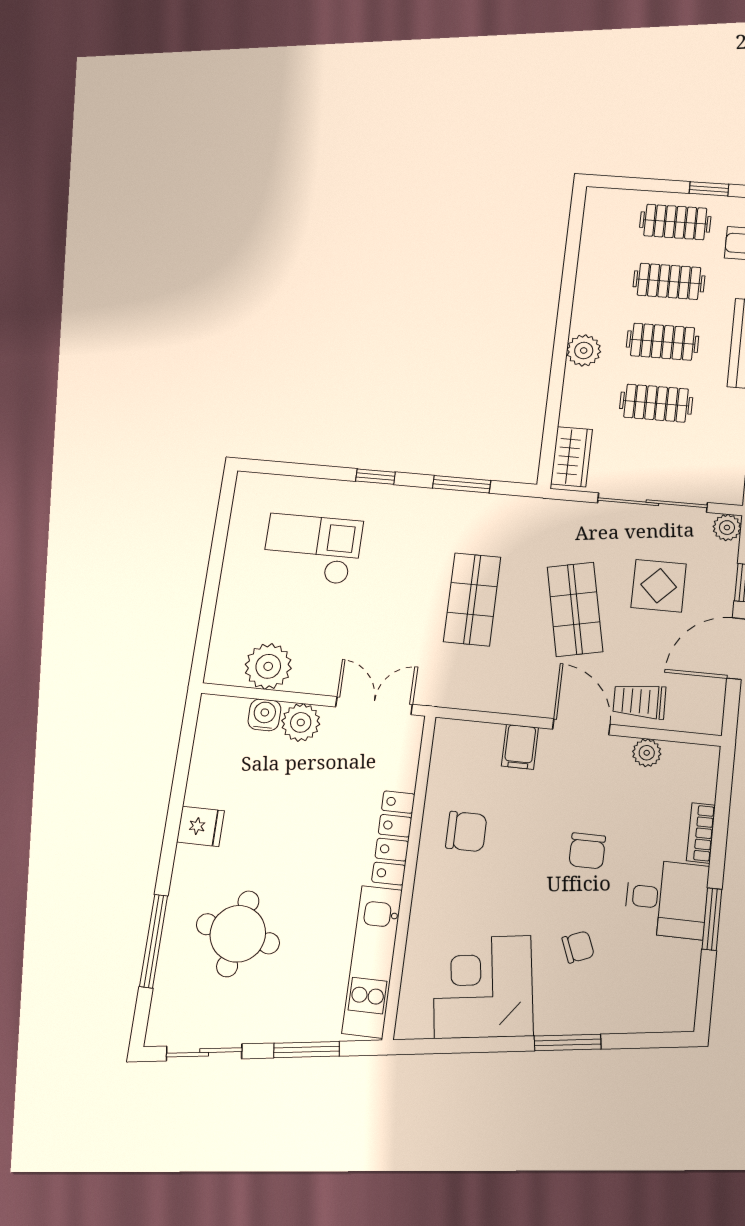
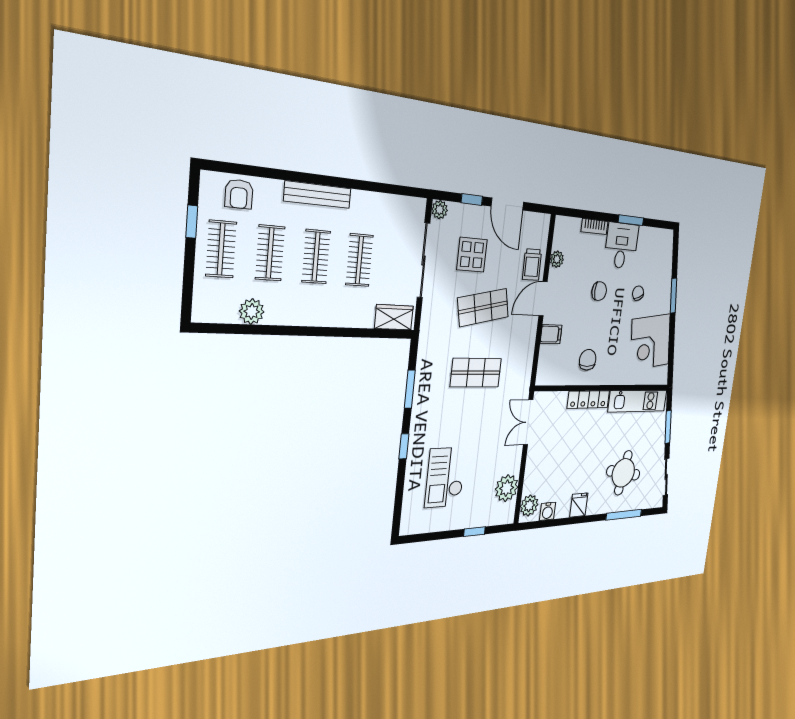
plant: (584, 350) -> (252, 312), moved
window: (209, 606) -> (474, 532), added
water cooler: (264, 715) -> (548, 511), moved, turned -90
plant: (301, 722) -> (529, 505), moved

